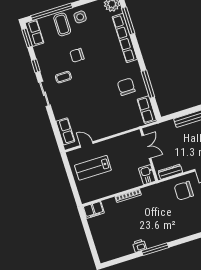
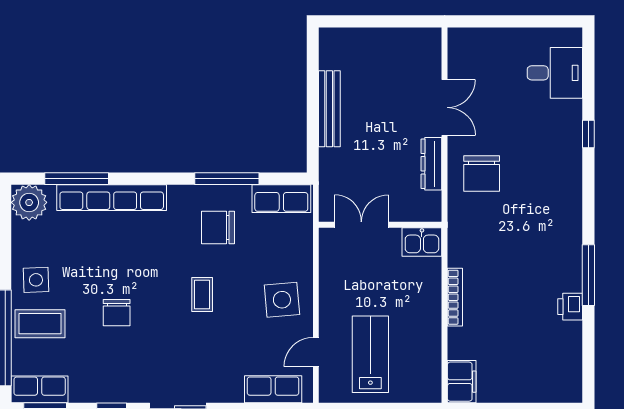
coffee table: (63, 77) -> (202, 294), moved
side table: (104, 123) -> (282, 300), added
lab bench: (93, 168) -> (370, 354), turned 180
dresser: (170, 172) -> (431, 164), moved

